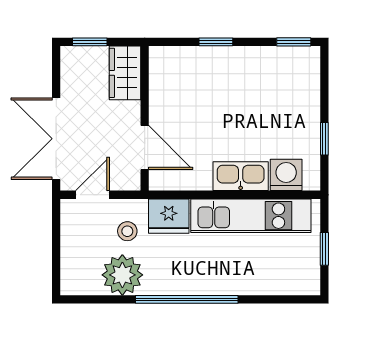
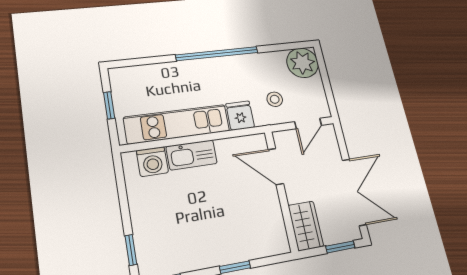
double door: (56, 139) -> (354, 192), moved
window: (324, 139) -> (131, 250), moved
fridge: (169, 216) -> (240, 116), width x0.72
plant: (122, 275) -> (303, 63), moved

